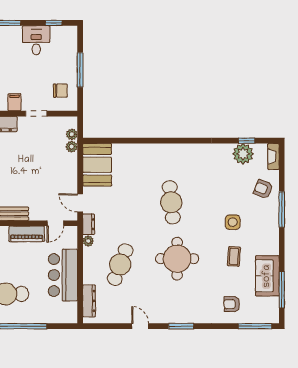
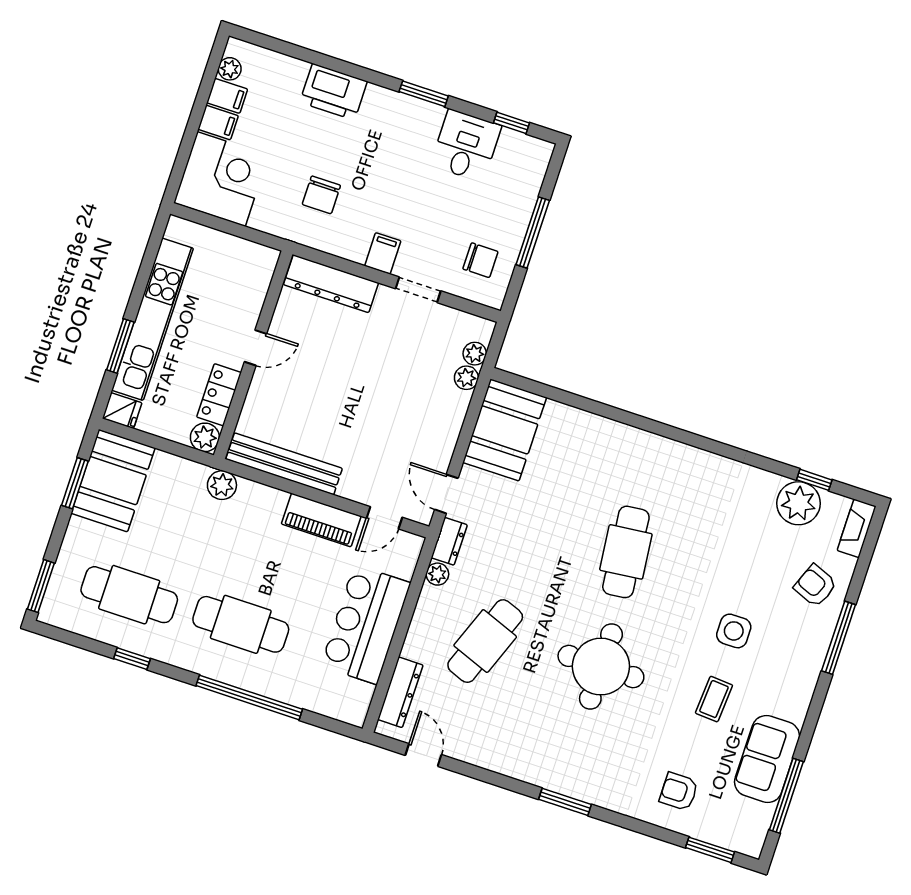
door: (140, 326) -> (423, 755), moved
window: (255, 326) -> (710, 850), width x0.69

